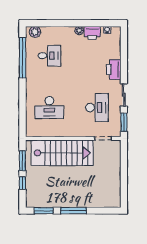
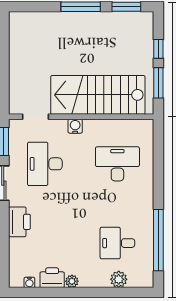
plant: (35, 32) -> (119, 279), moved
water cooler: (77, 132) -> (75, 126), added

